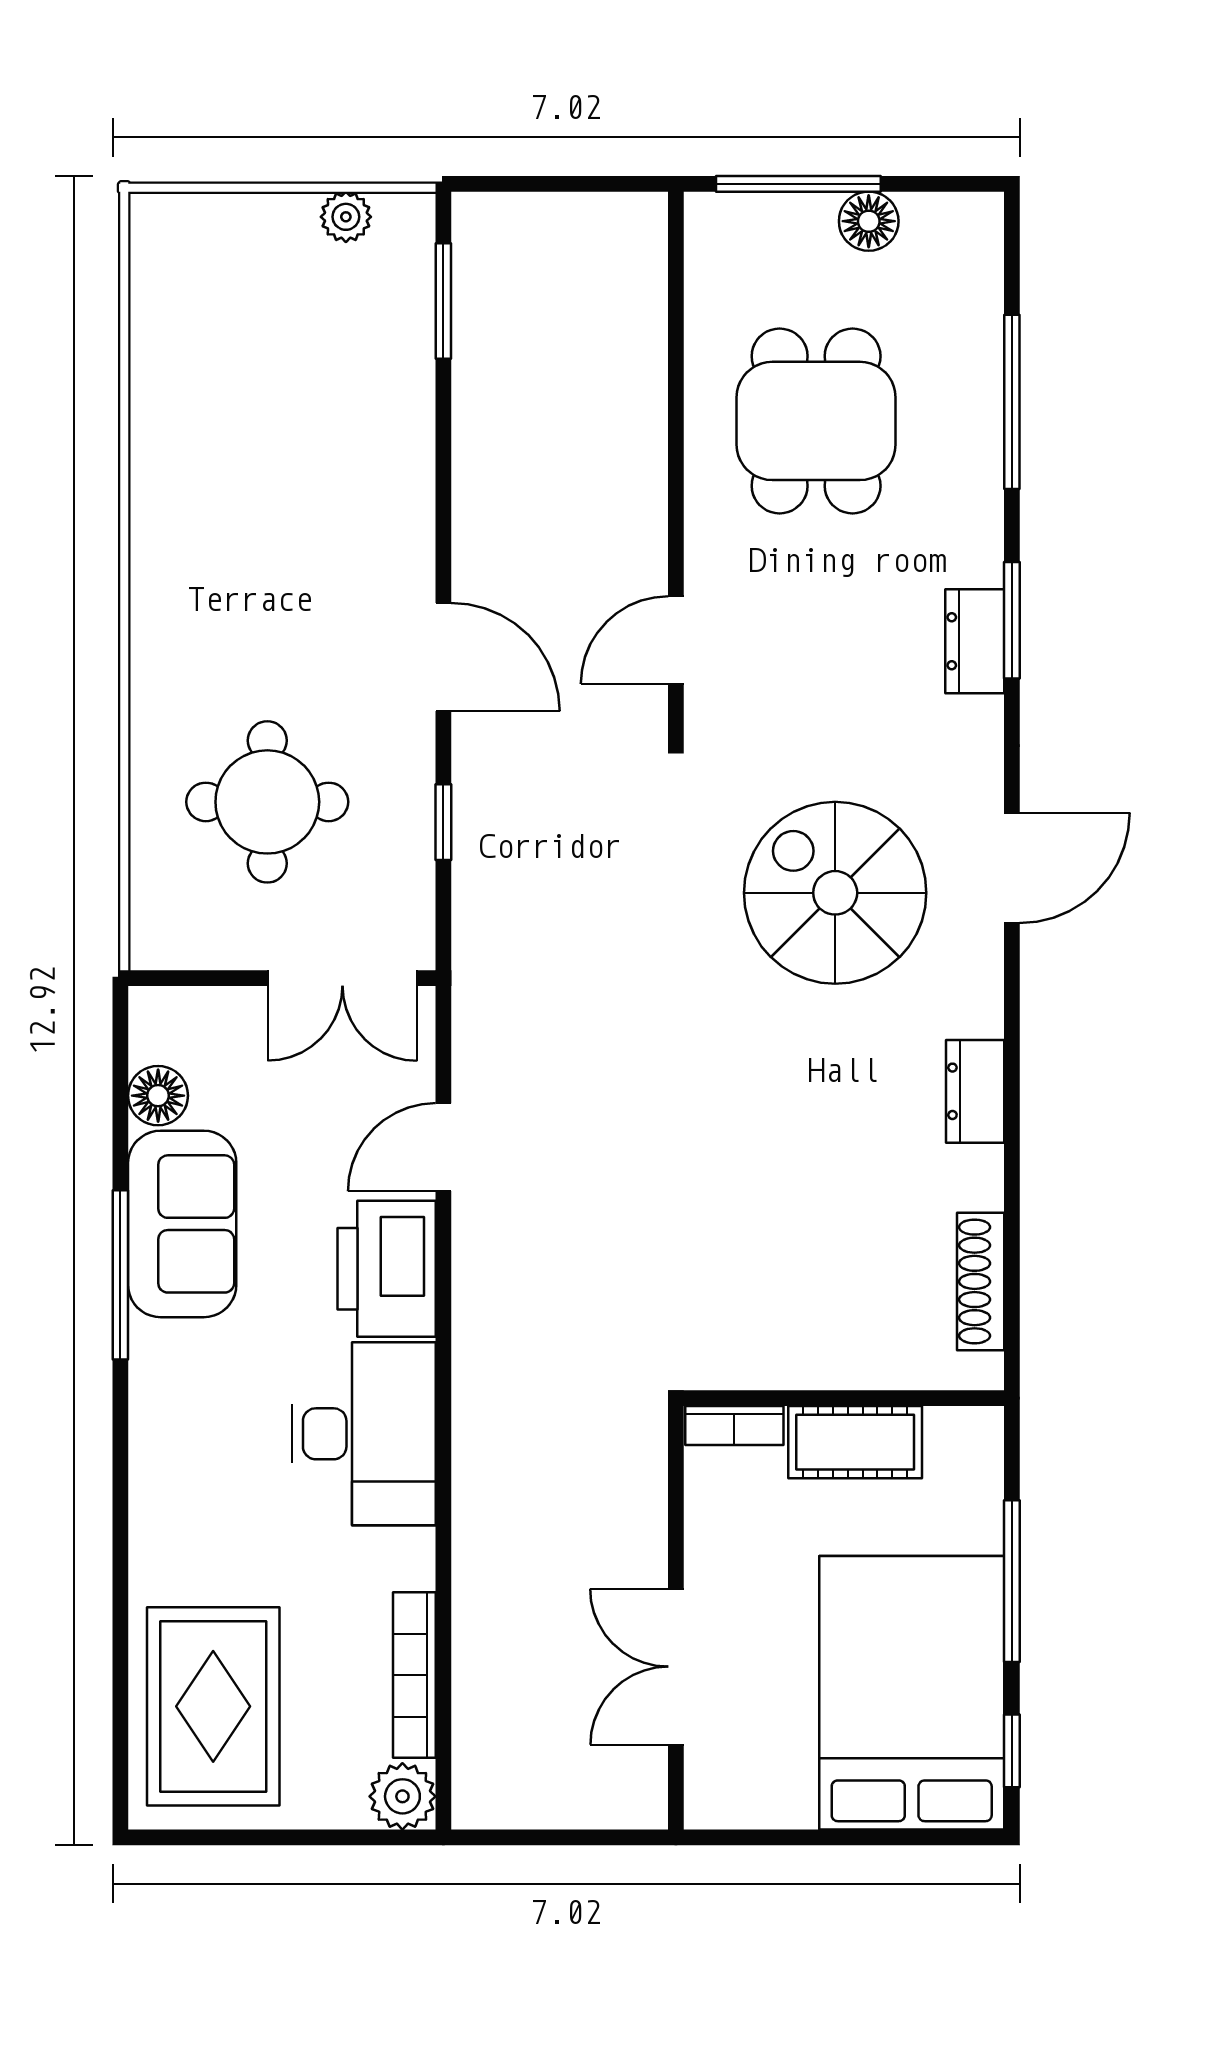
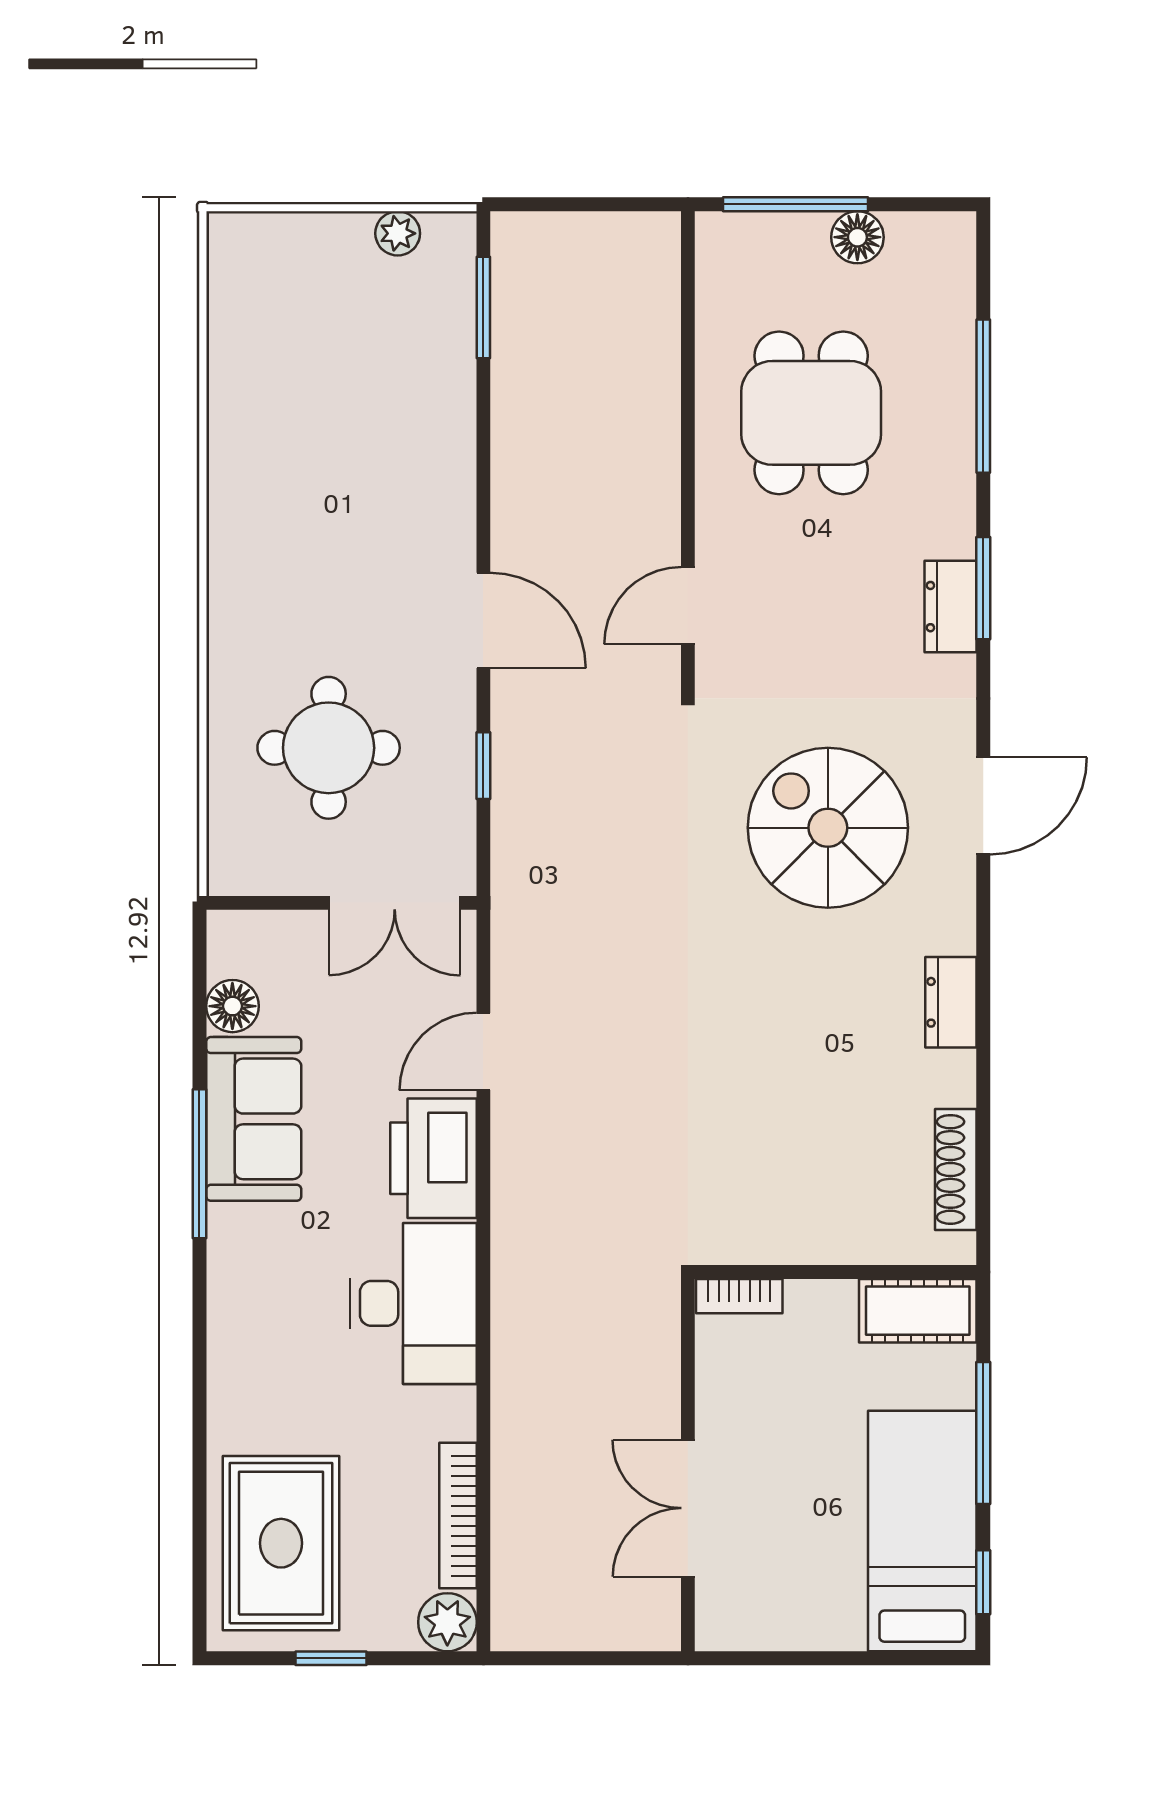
cot: (855, 1442) -> (918, 1311), moved
bed: (912, 1693) -> (922, 1531), width x0.67
window: (270, 1837) -> (331, 1658), added

